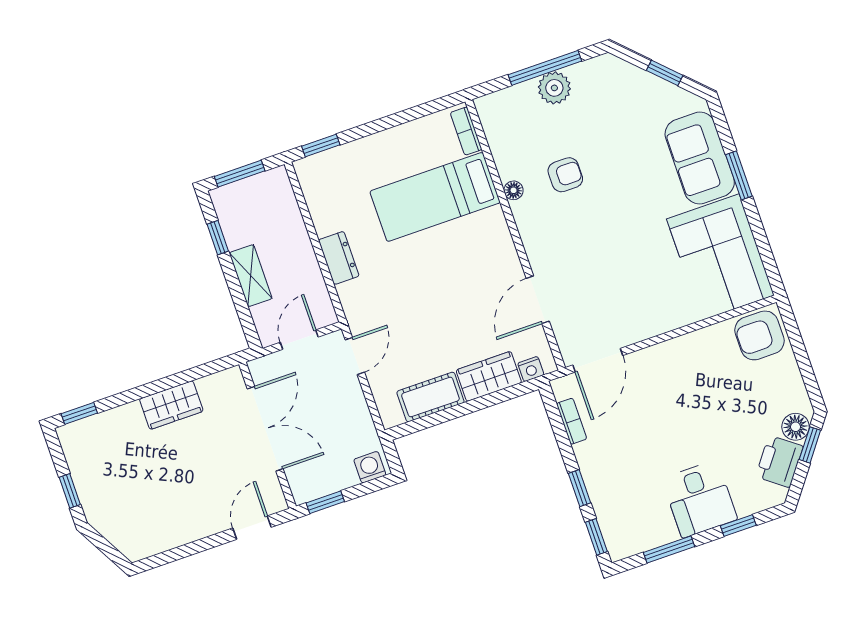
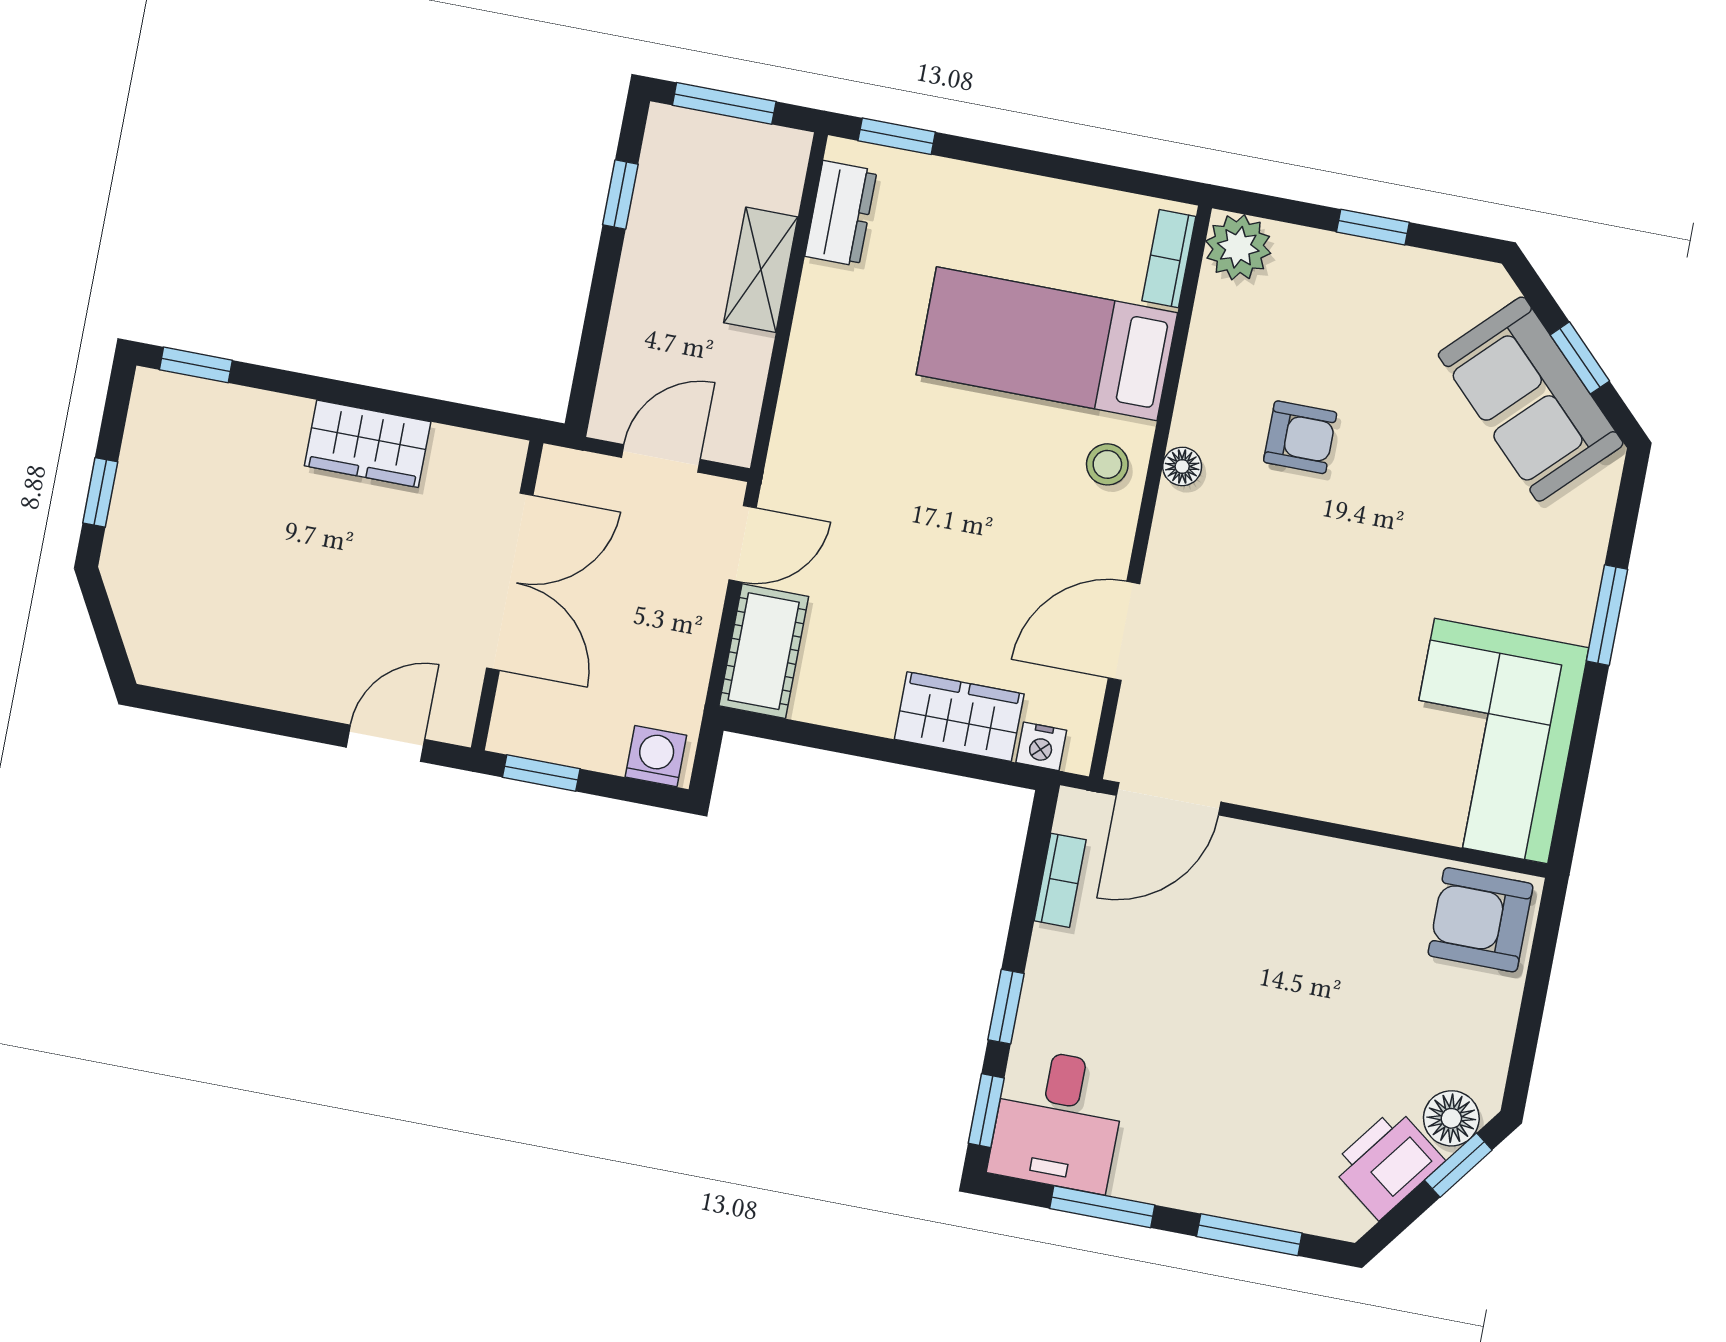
window: (545, 68) -> (1373, 227), width x0.46
plant: (554, 88) -> (1238, 247), moved
sofa: (700, 158) -> (1531, 399), moved, turned -45
floor lamp: (514, 190) -> (1182, 466), moved
stool: (490, 233) -> (1107, 464), added
dresser: (339, 258) -> (841, 213), moved
shelving: (251, 276) -> (761, 270), moved
cot: (430, 397) -> (764, 651), moved, turned 90
desk: (700, 499) -> (1058, 1120), moved
window: (738, 525) -> (1249, 1235), width x1.50

